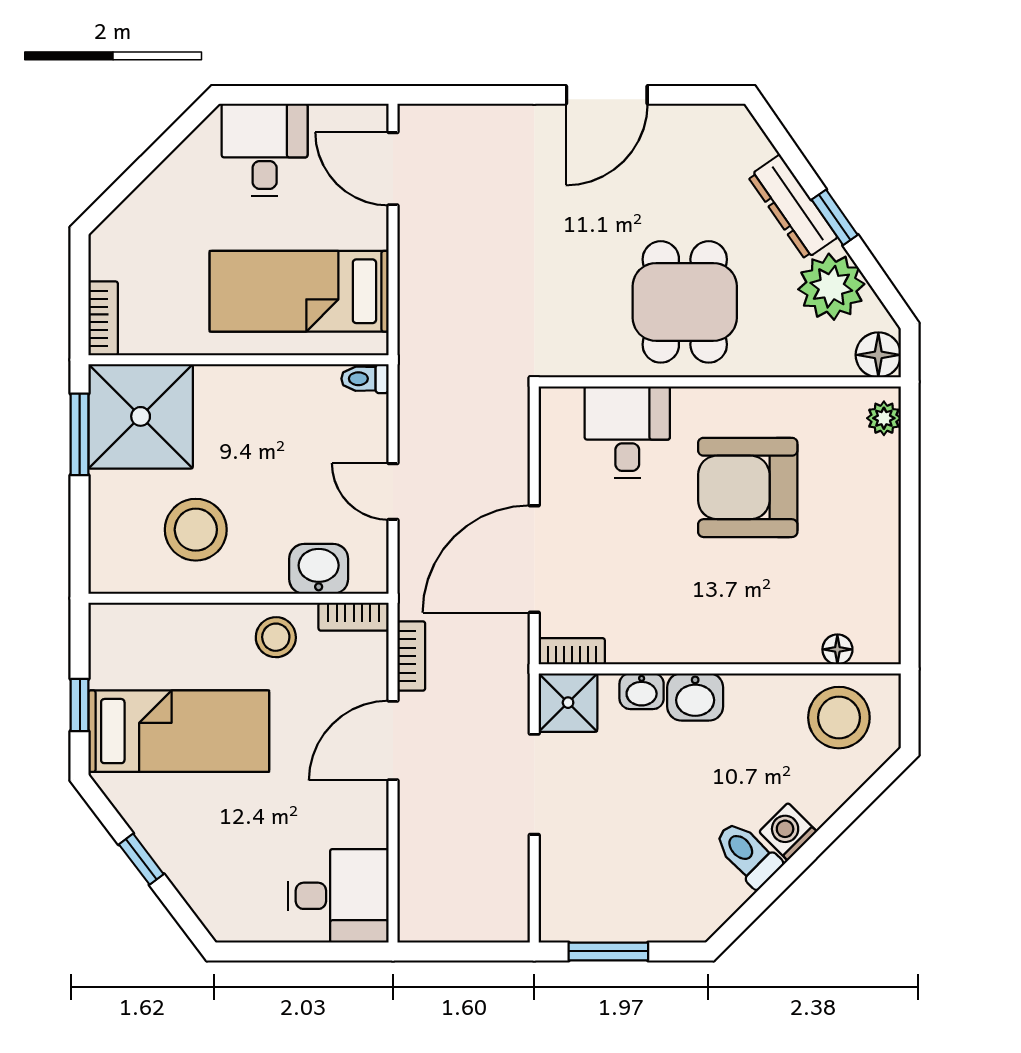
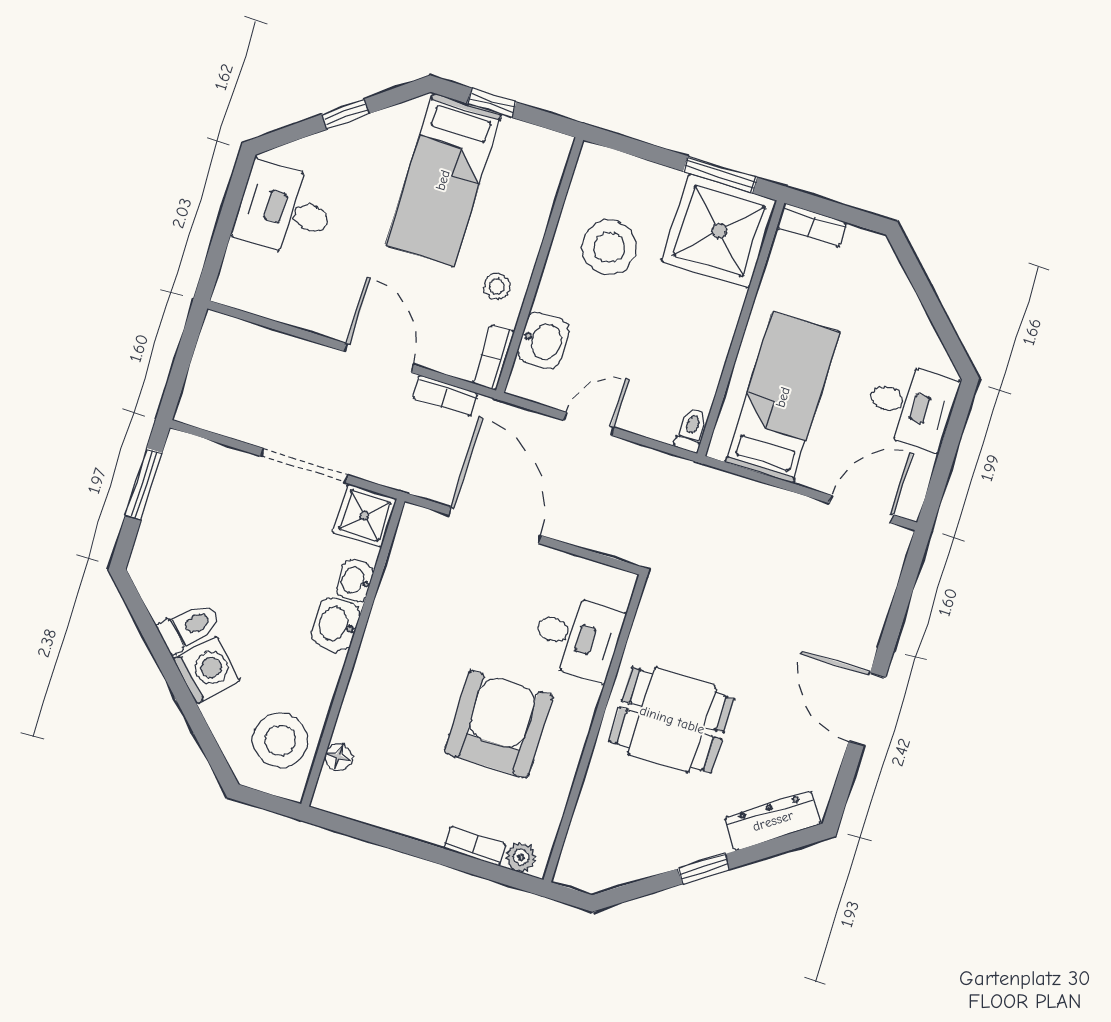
dresser: (793, 207) -> (773, 821), moved
plant: (831, 287) -> (646, 848), removed
floor lamp: (878, 355) -> (576, 869), removed
stool: (276, 637) -> (497, 286), width x0.73, depth x0.73
bookcase: (572, 651) -> (475, 846), moved, turned -90
washing machine: (788, 832) -> (207, 670), width x1.38, depth x1.38
desk: (338, 896) -> (285, 210), moved, turned 90

